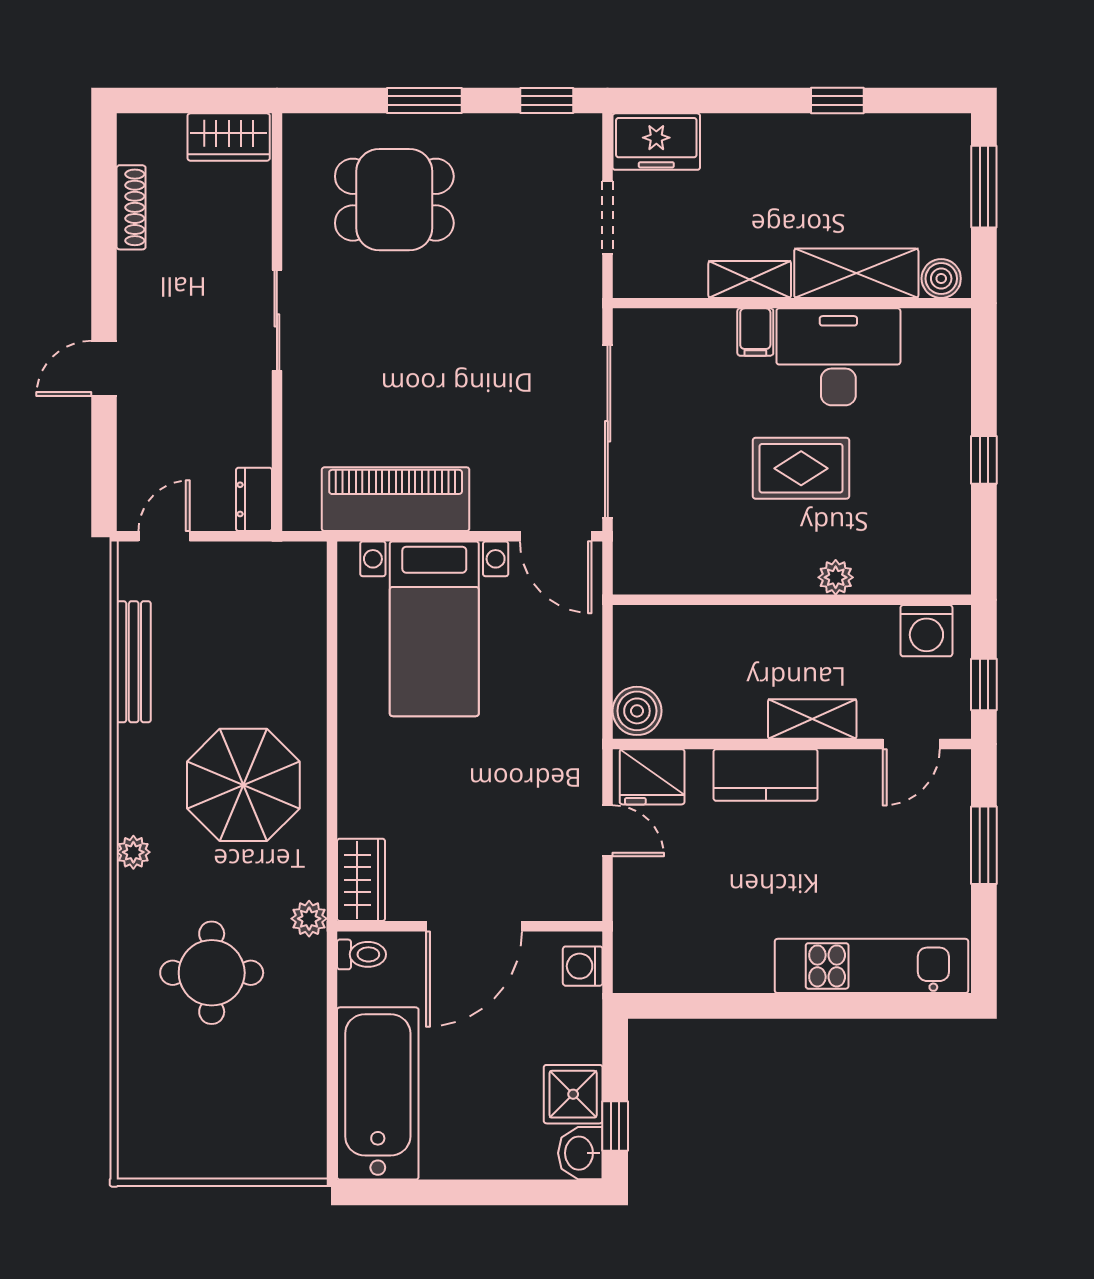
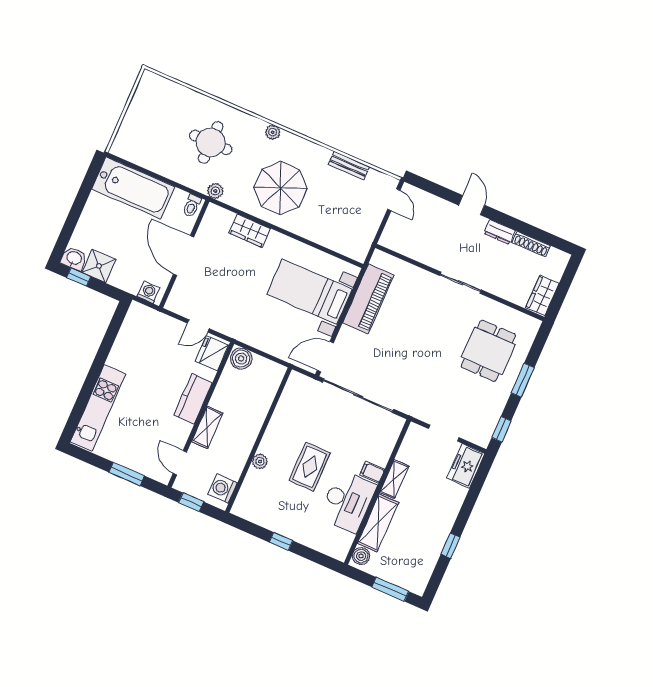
dresser: (254, 499) -> (500, 232), moved, turned 180
bench: (134, 662) -> (349, 166), width x0.73
wardrobe: (361, 880) -> (250, 231), moved

